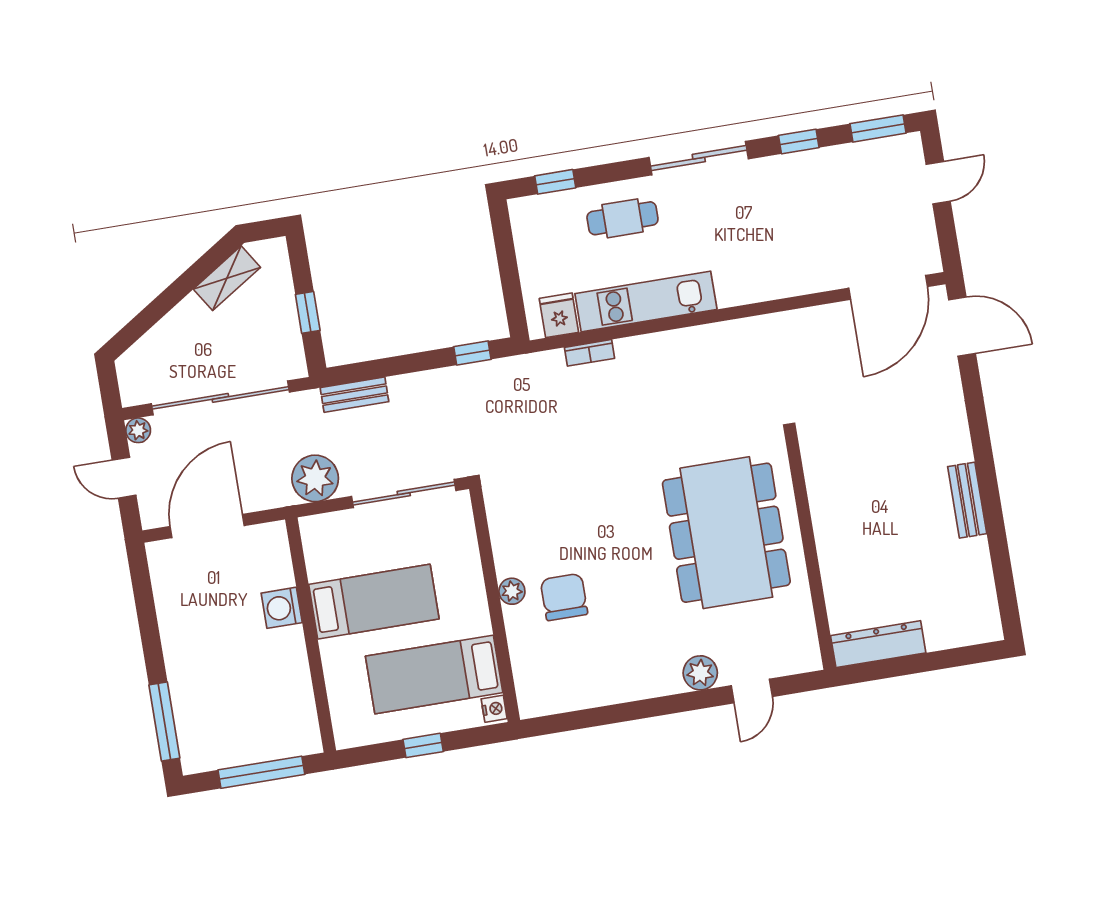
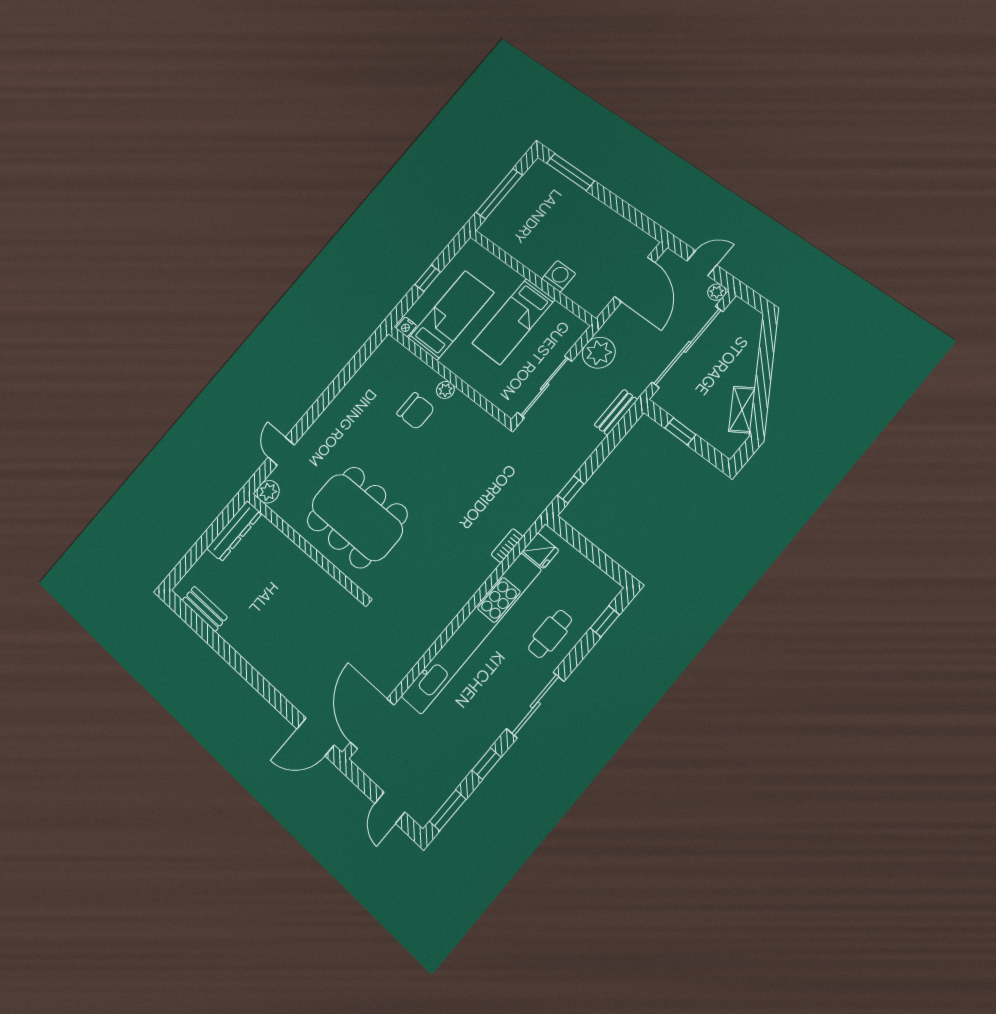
kitchen unit: (646, 301) -> (471, 633), width x1.86
bench: (967, 500) -> (205, 609), moved
plant: (700, 673) -> (268, 492), moved

